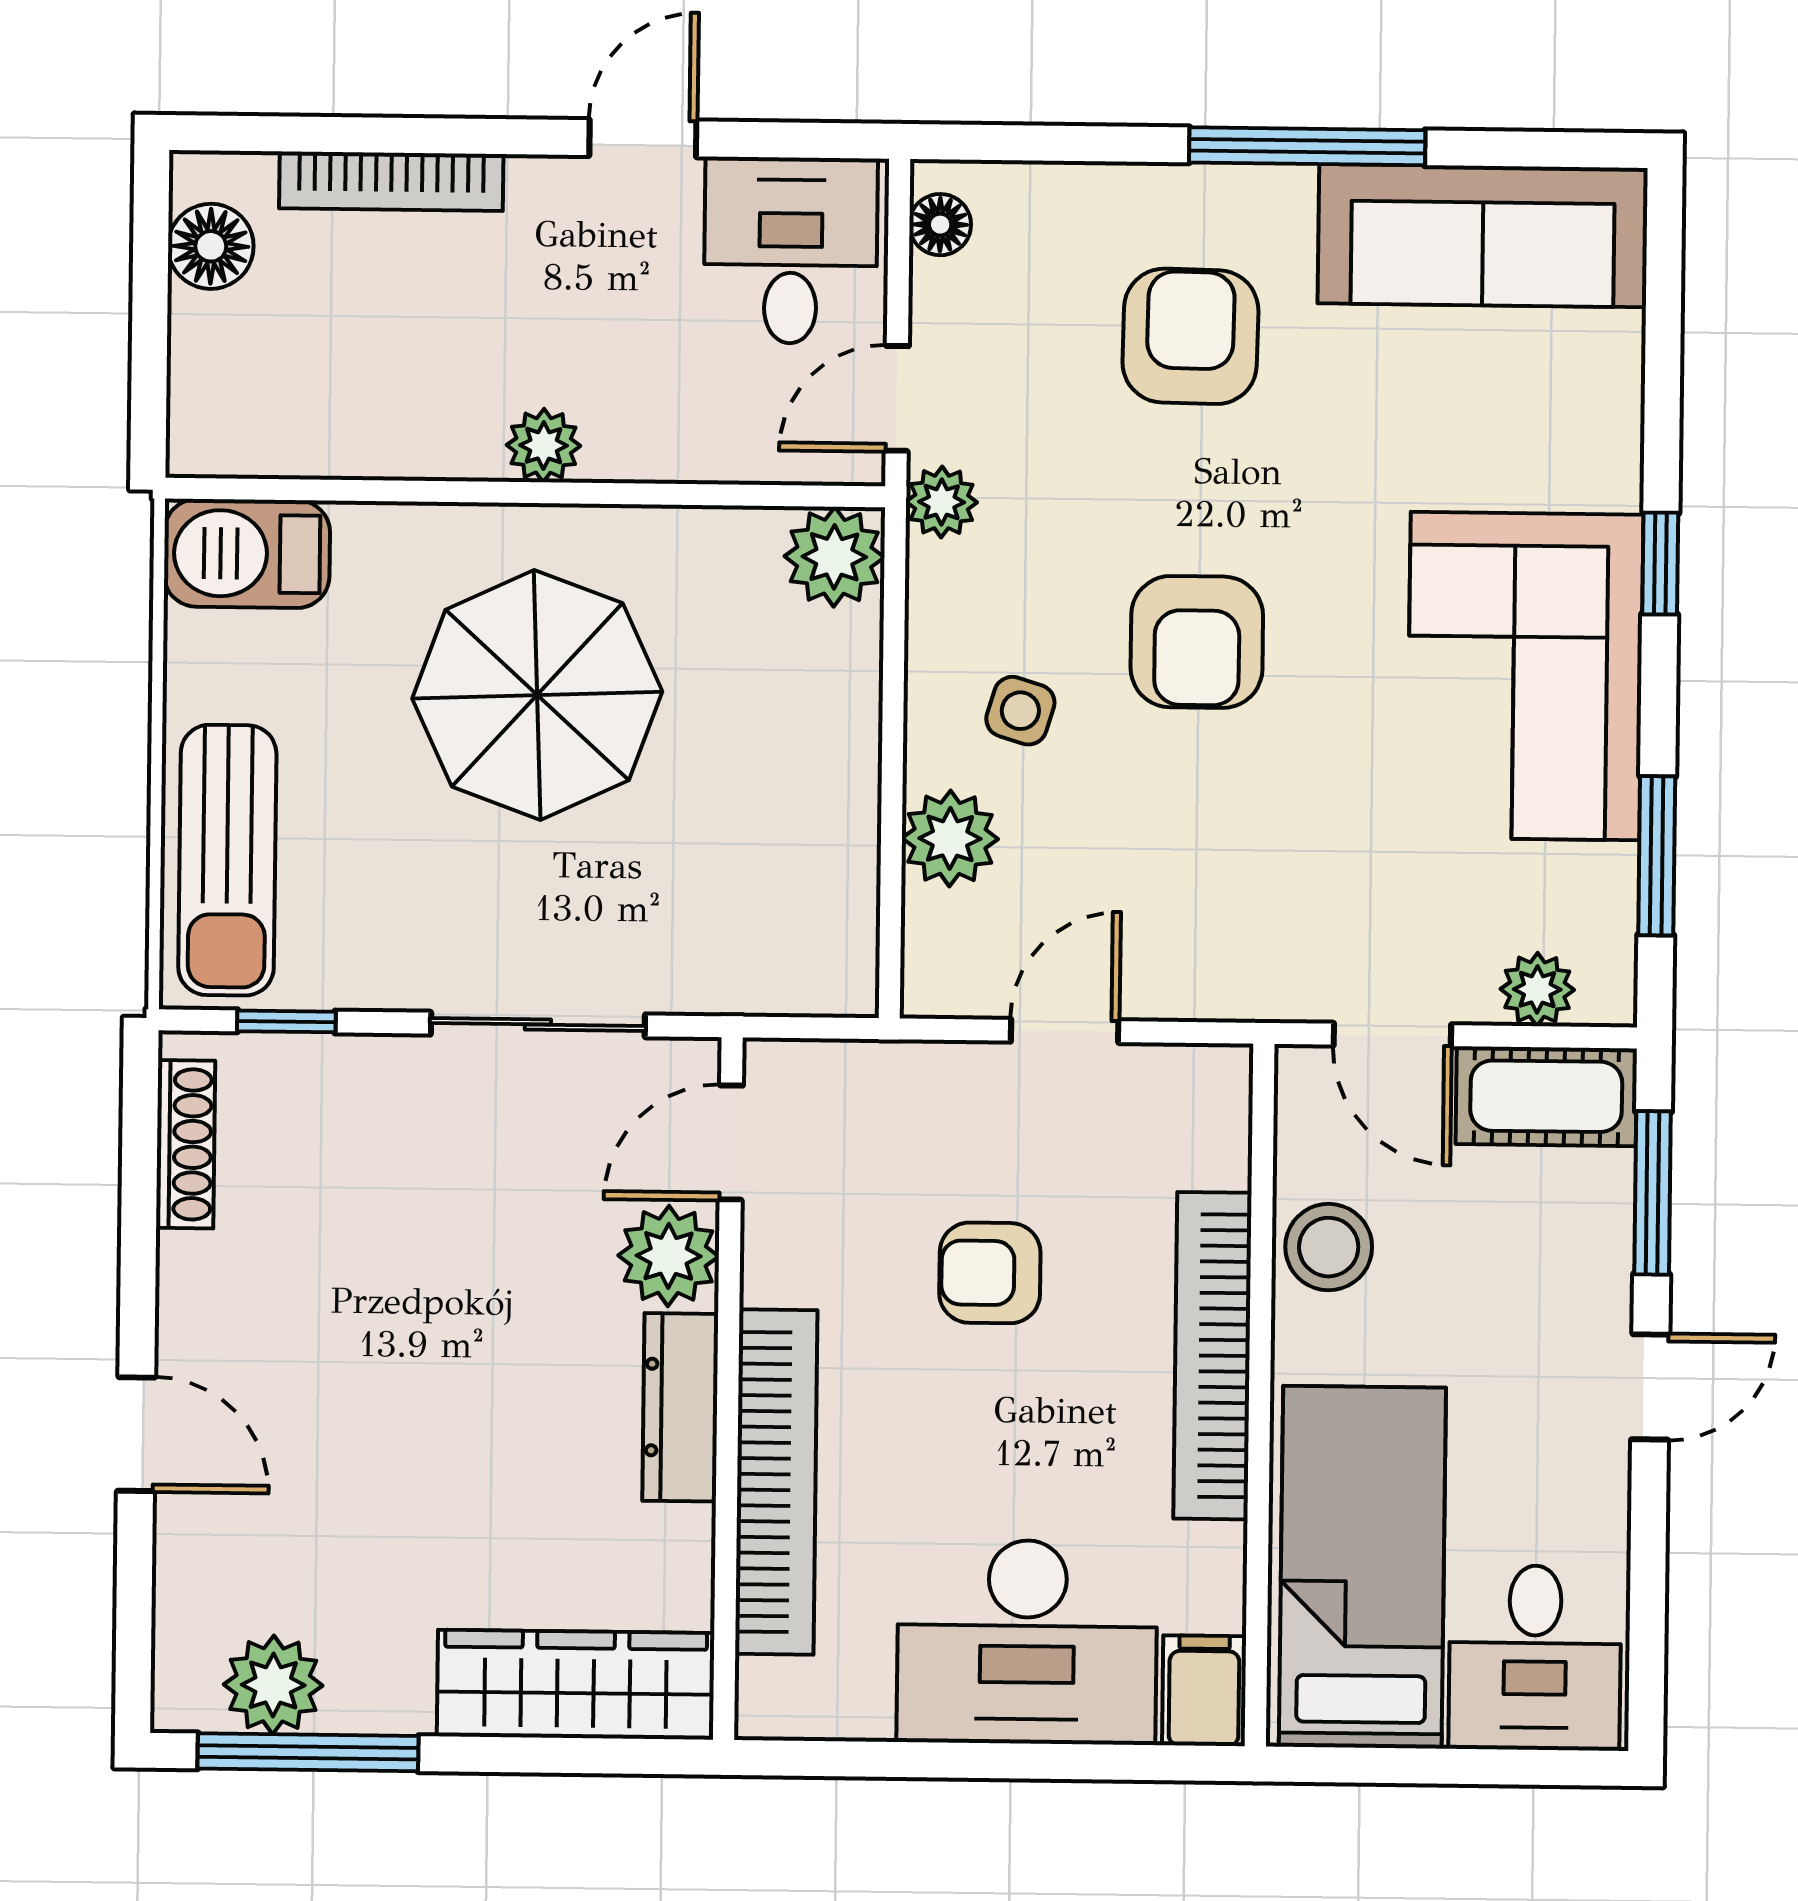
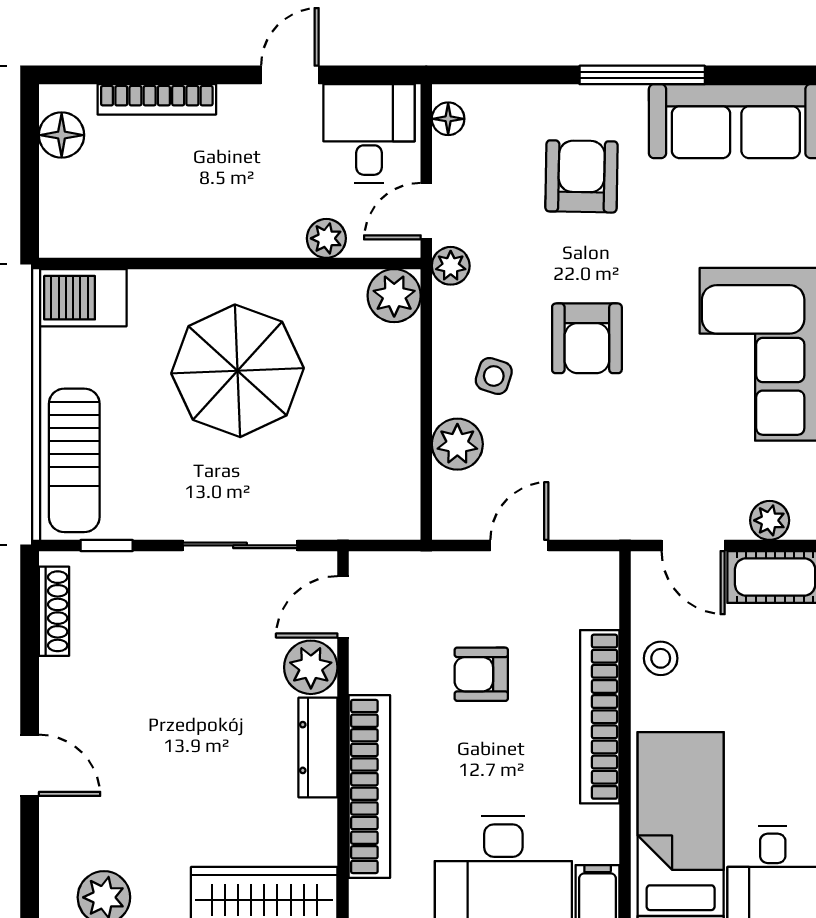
plant: (544, 445) -> (326, 238), moved
stool: (1329, 1247) -> (661, 658), width x0.73, depth x0.73

